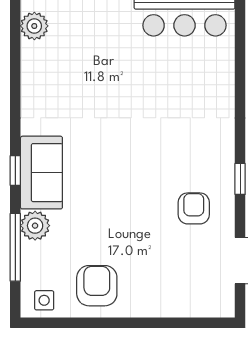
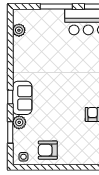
window: (15, 247) -> (10, 132), width x0.69
armchair: (97, 286) -> (48, 150), turned -90

